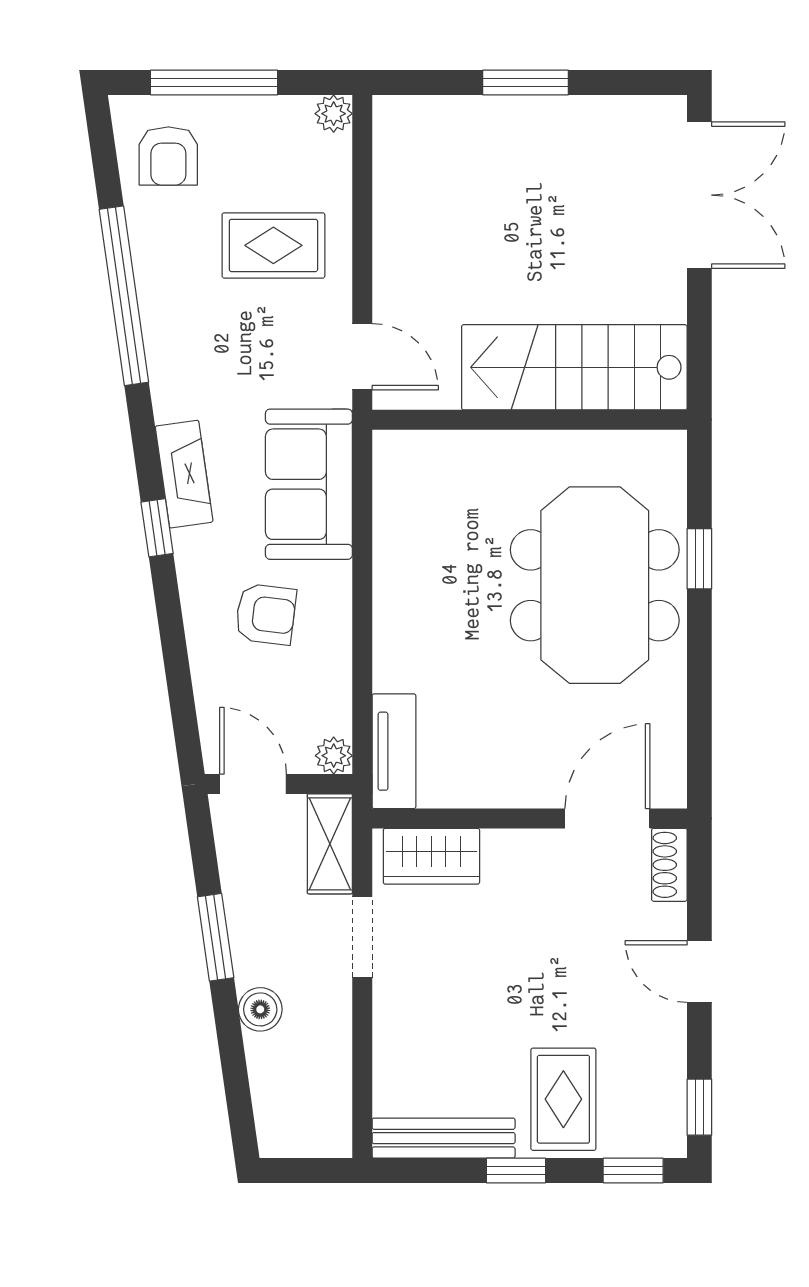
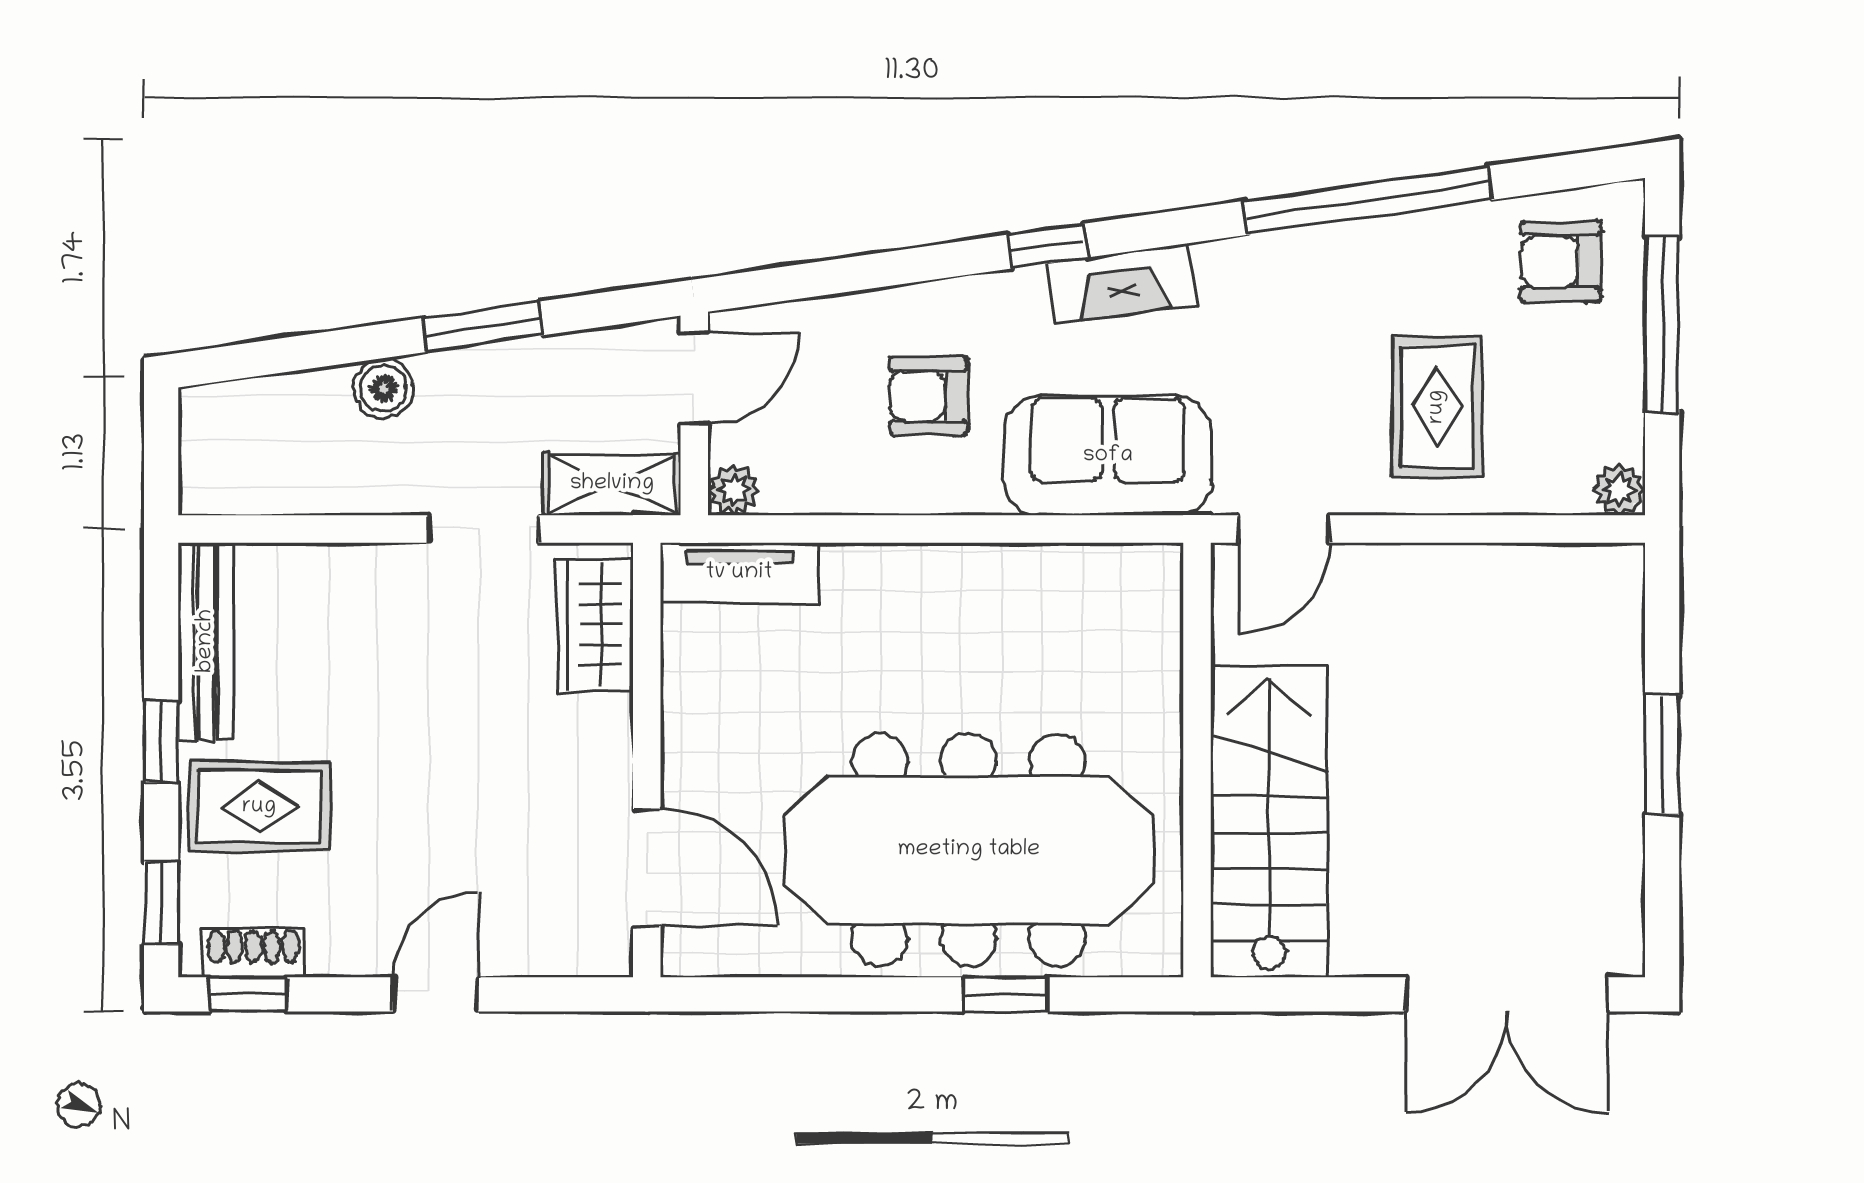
meeting table: (595, 585) -> (969, 850), width x1.36
armchair: (266, 614) -> (928, 396), turned 83
shoe rack: (669, 865) -> (253, 953), moved

